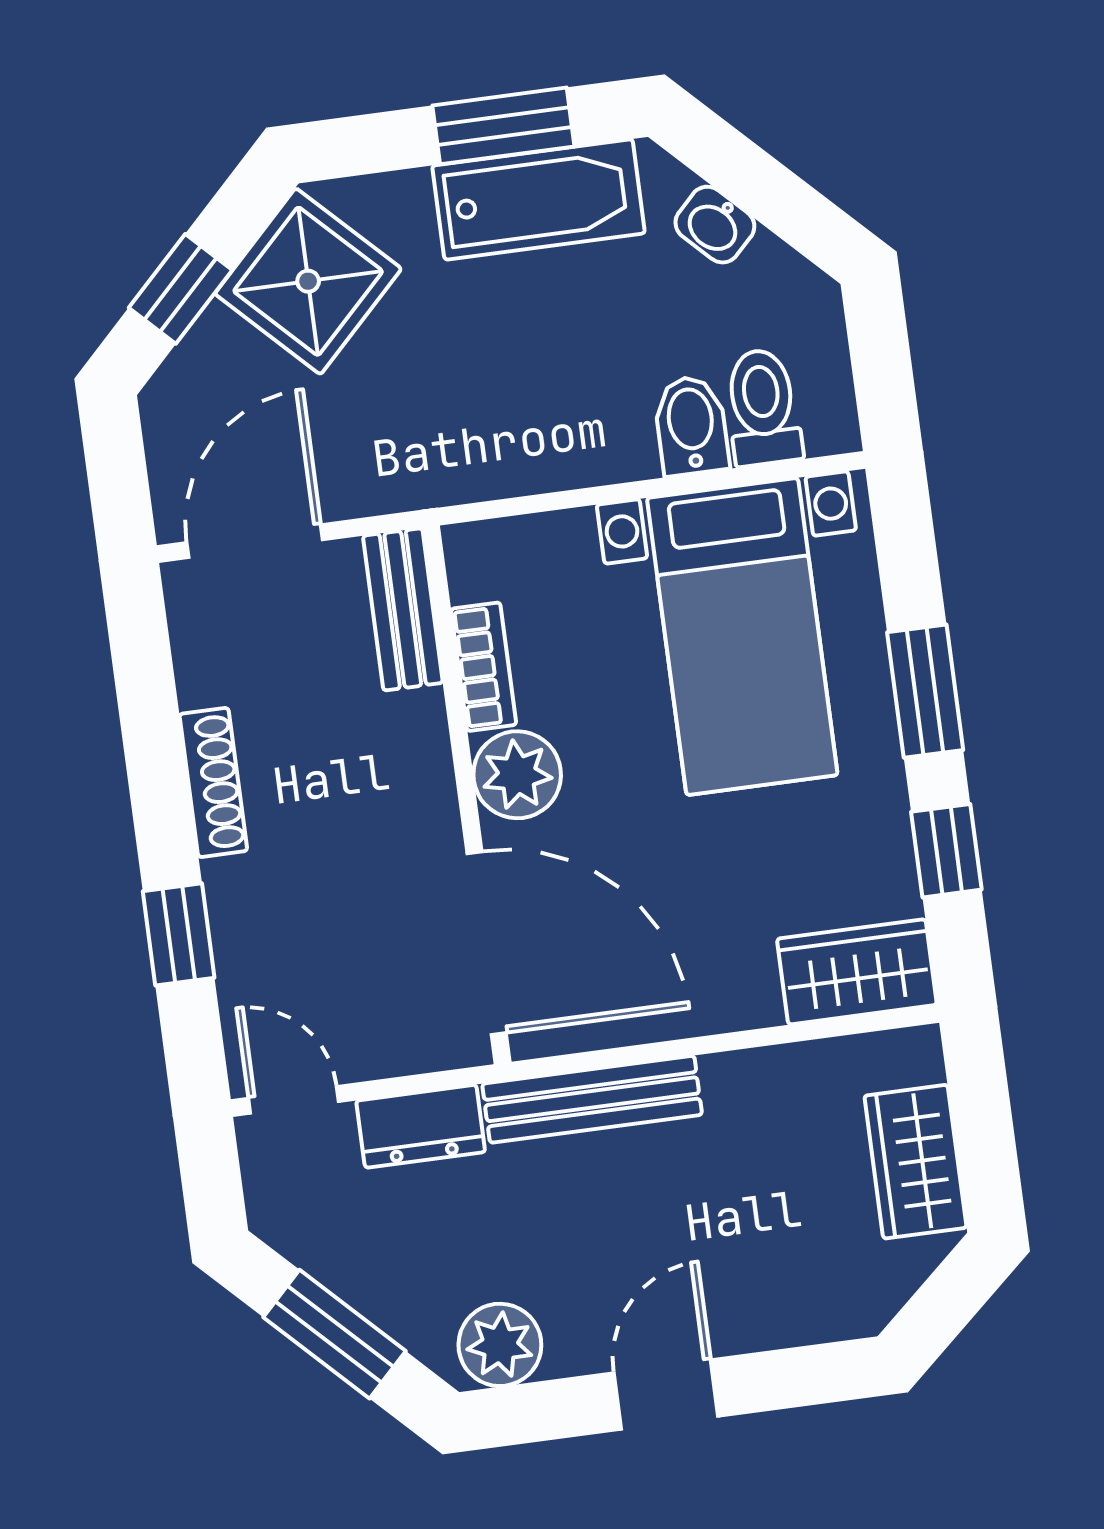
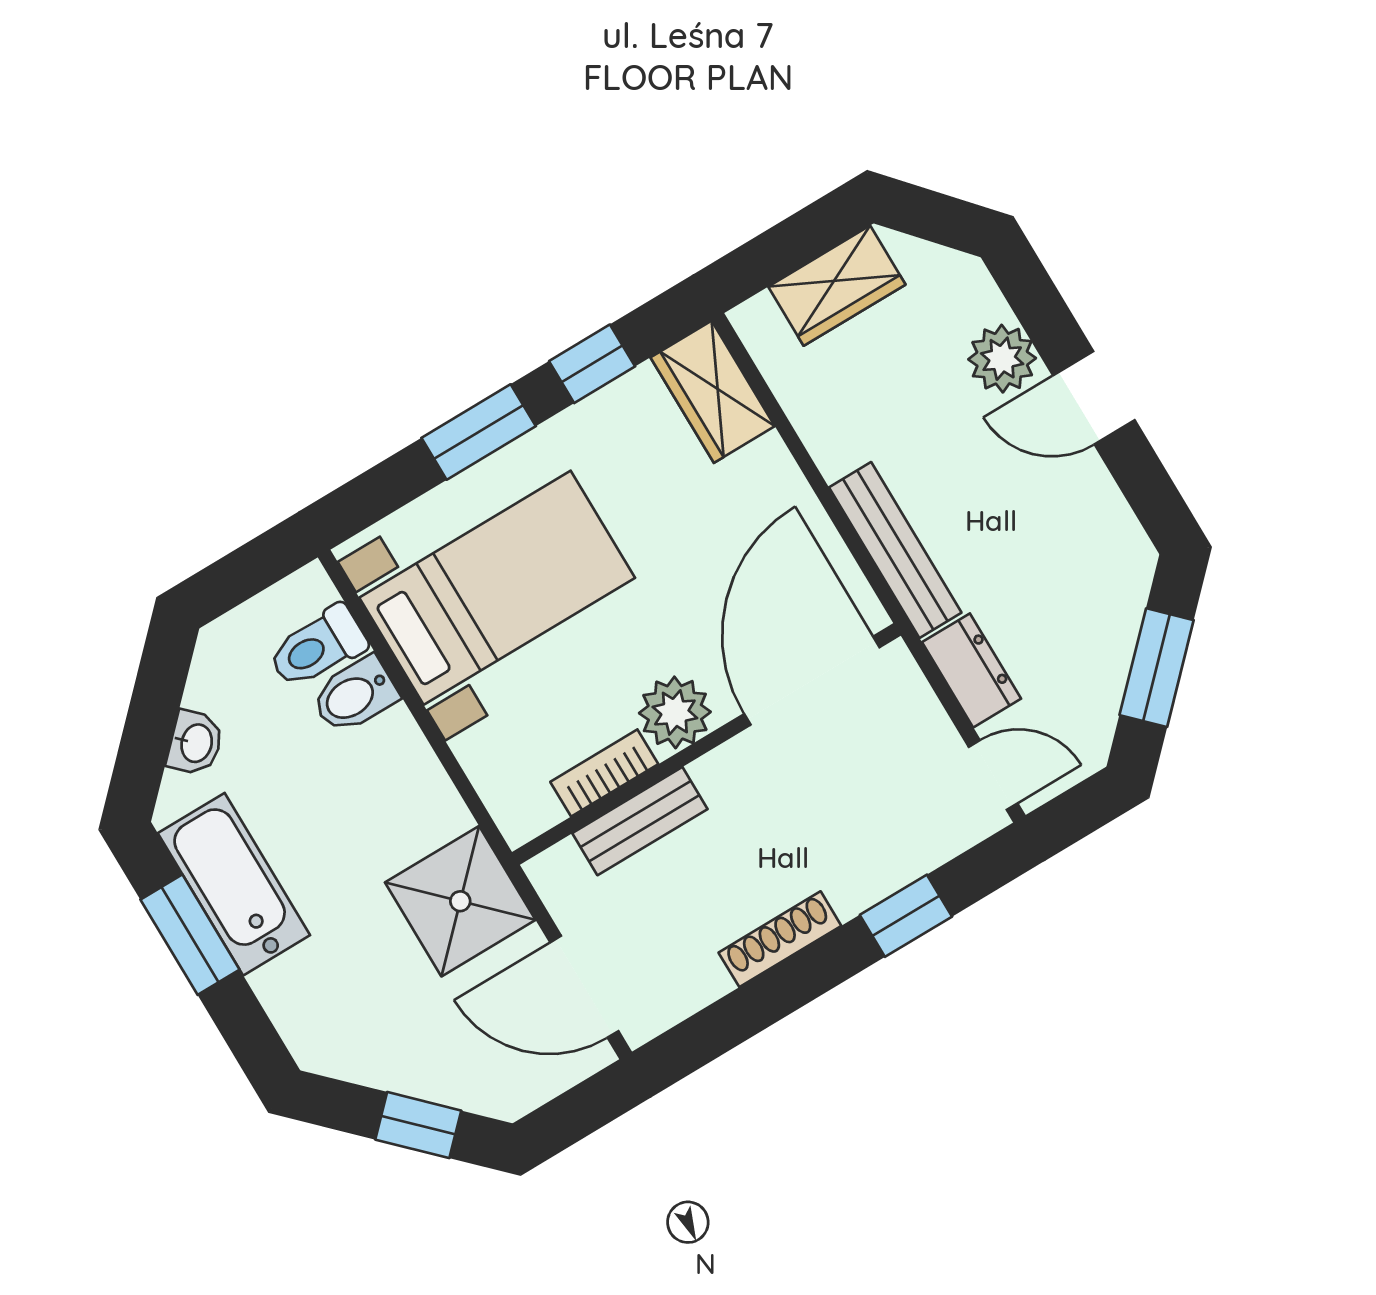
shower: (308, 281) -> (460, 901), moved, turned 45
bench: (403, 609) -> (640, 821), moved
door: (294, 1100) -> (993, 775), swing flipped
plant: (500, 1345) -> (1002, 359), moved

